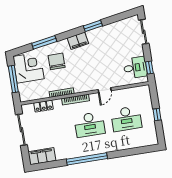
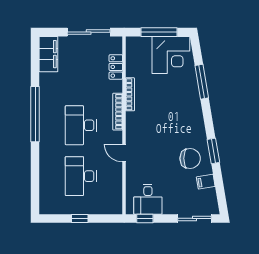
filing cabinet: (78, 41) -> (206, 182), moved, width x0.50
chair: (57, 61) -> (190, 158), moved

